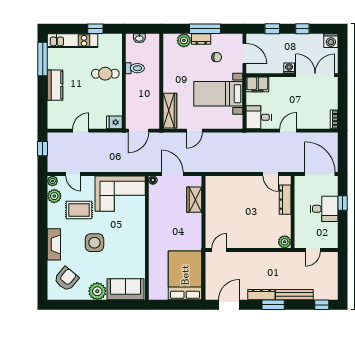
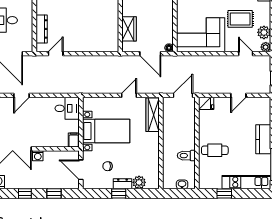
window: (205, 29) -> (119, 194), width x0.46
filing cabinet: (257, 84) -> (74, 140), width x0.50
door: (288, 131) -> (22, 95), moved
door: (271, 174) -> (56, 54), hinge flipped

